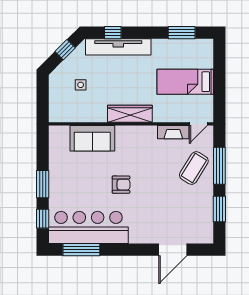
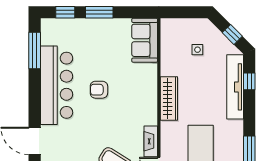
sofa: (92, 138) -> (145, 40), moved
armchair: (121, 185) -> (99, 90), turned 90
bar counter: (88, 227) -> (57, 85), moved

